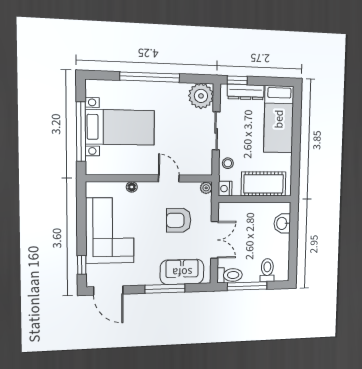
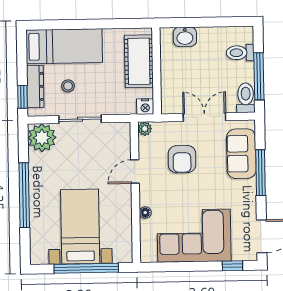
stool: (228, 163) -> (68, 86), moved

